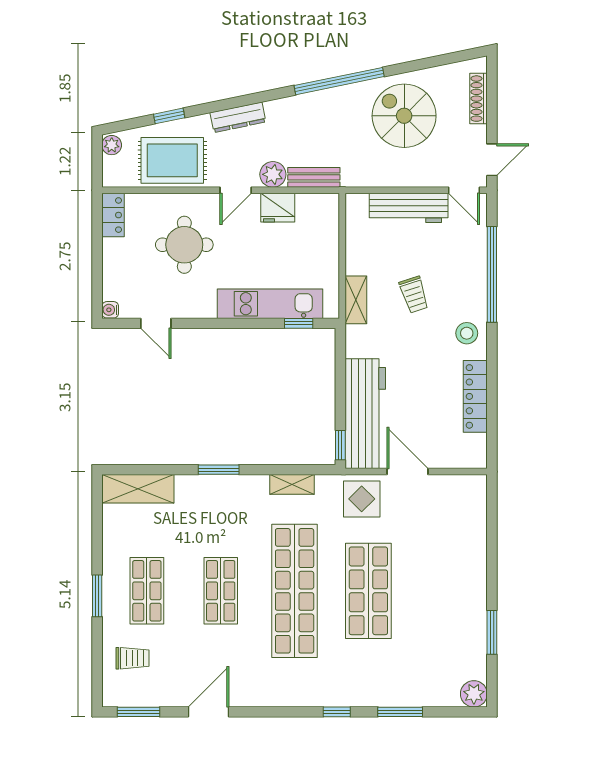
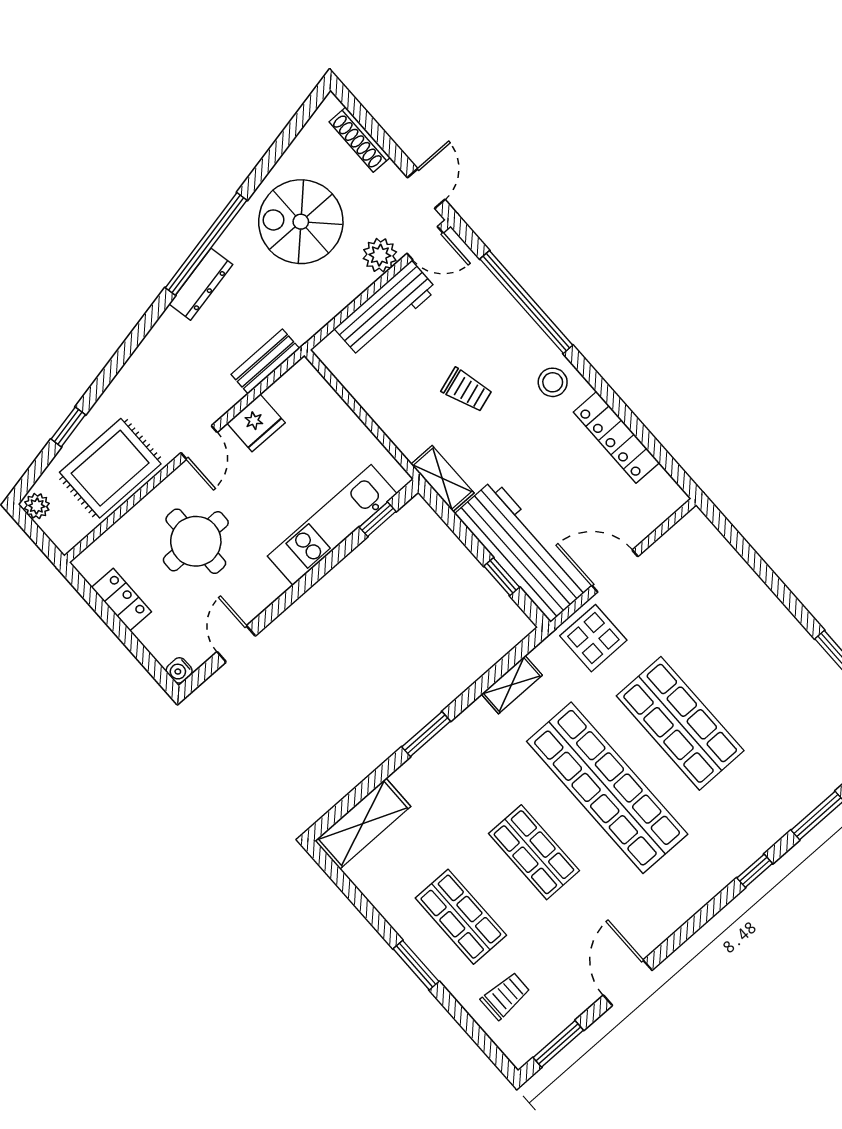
dresser: (238, 117) -> (201, 284), moved
plant: (273, 174) -> (380, 255), moved
locker: (113, 215) -> (122, 600), moved
shelving: (356, 300) -> (442, 479), moved
door: (156, 323) -> (236, 644), swing flipped
window: (340, 445) -> (502, 577), moved

